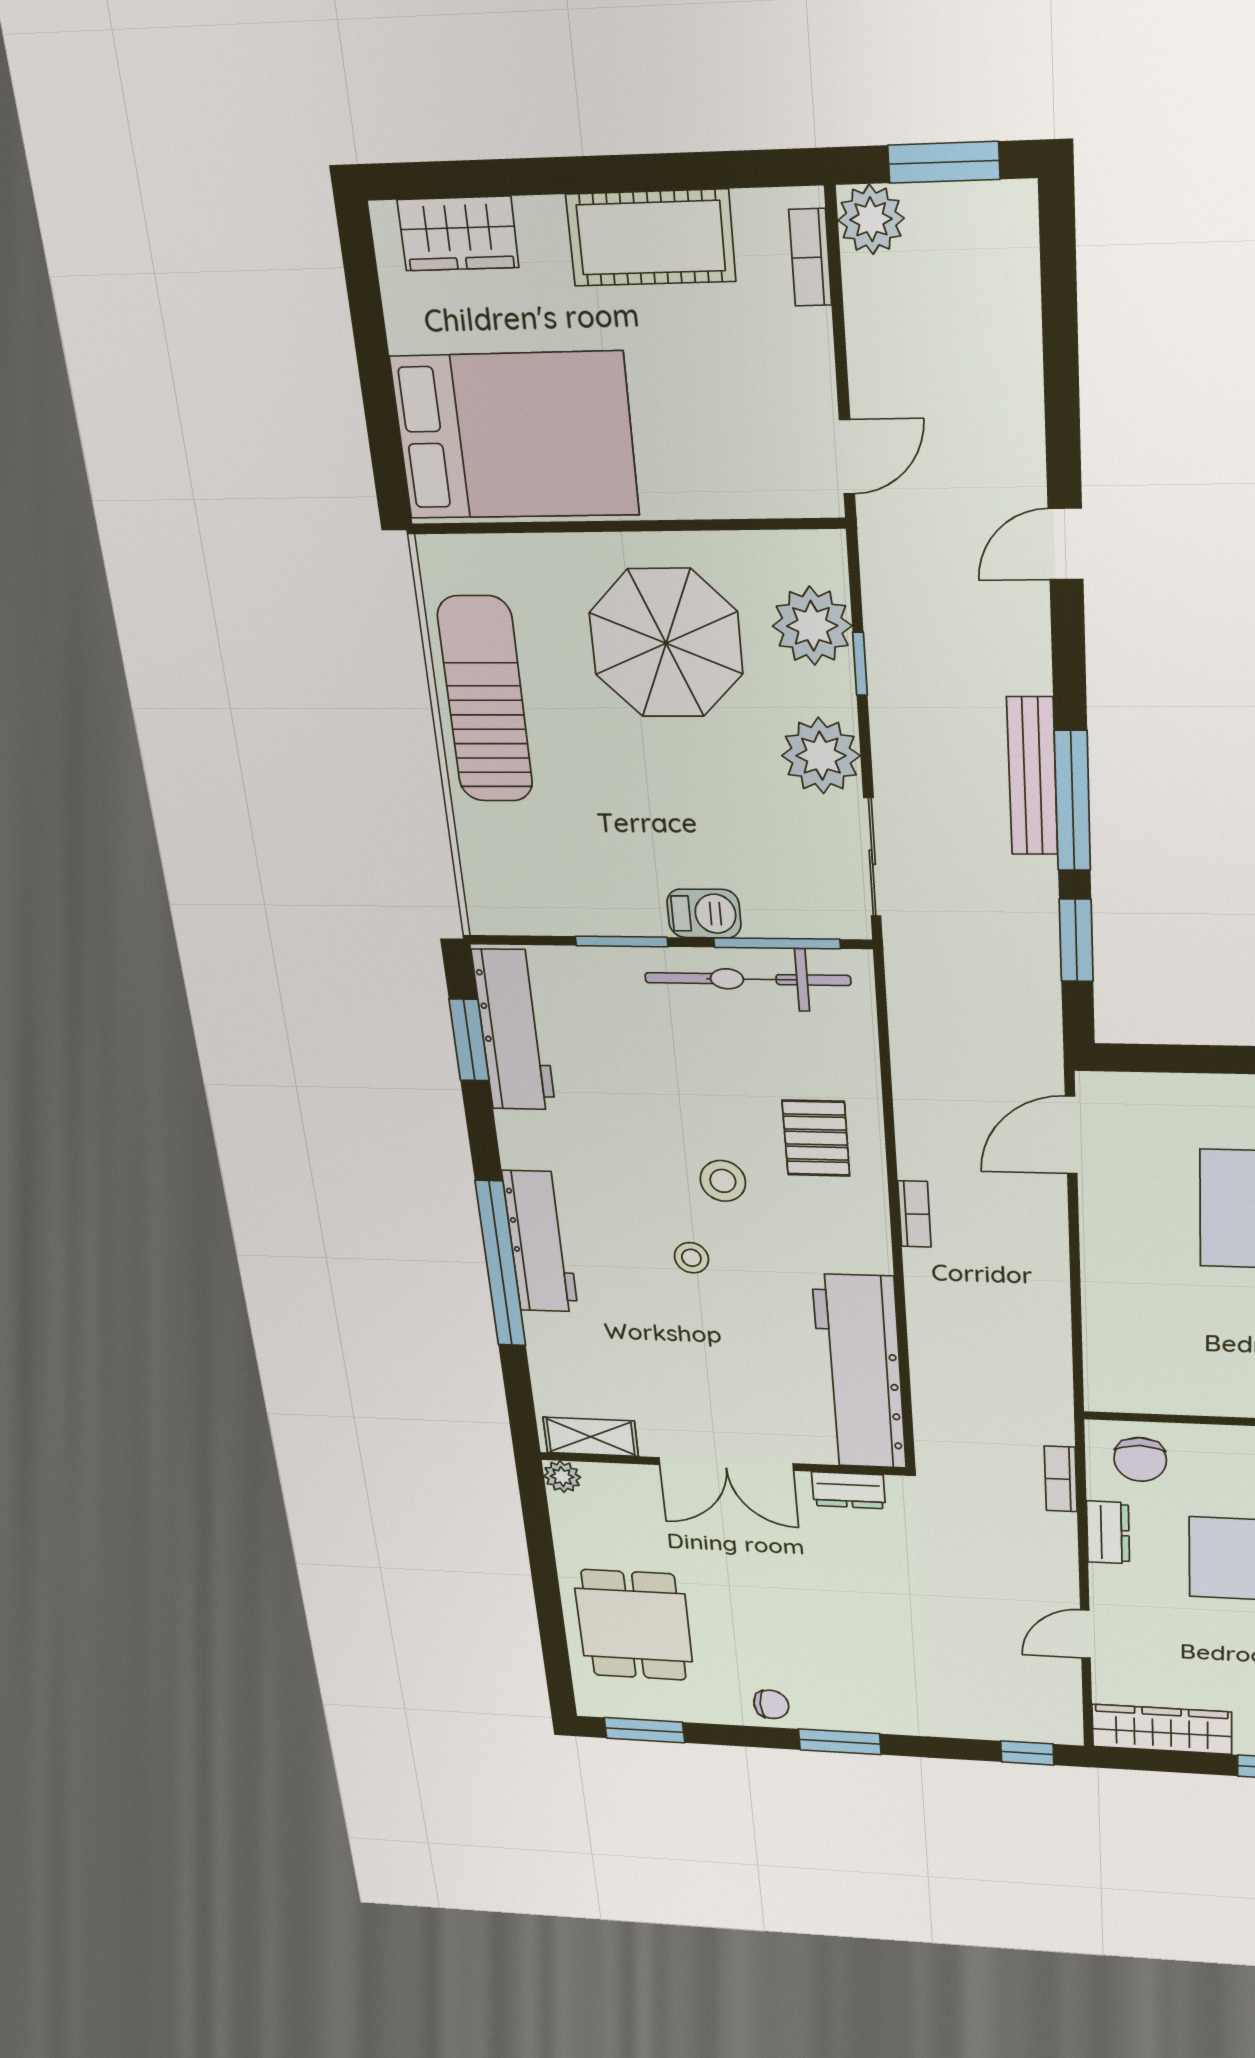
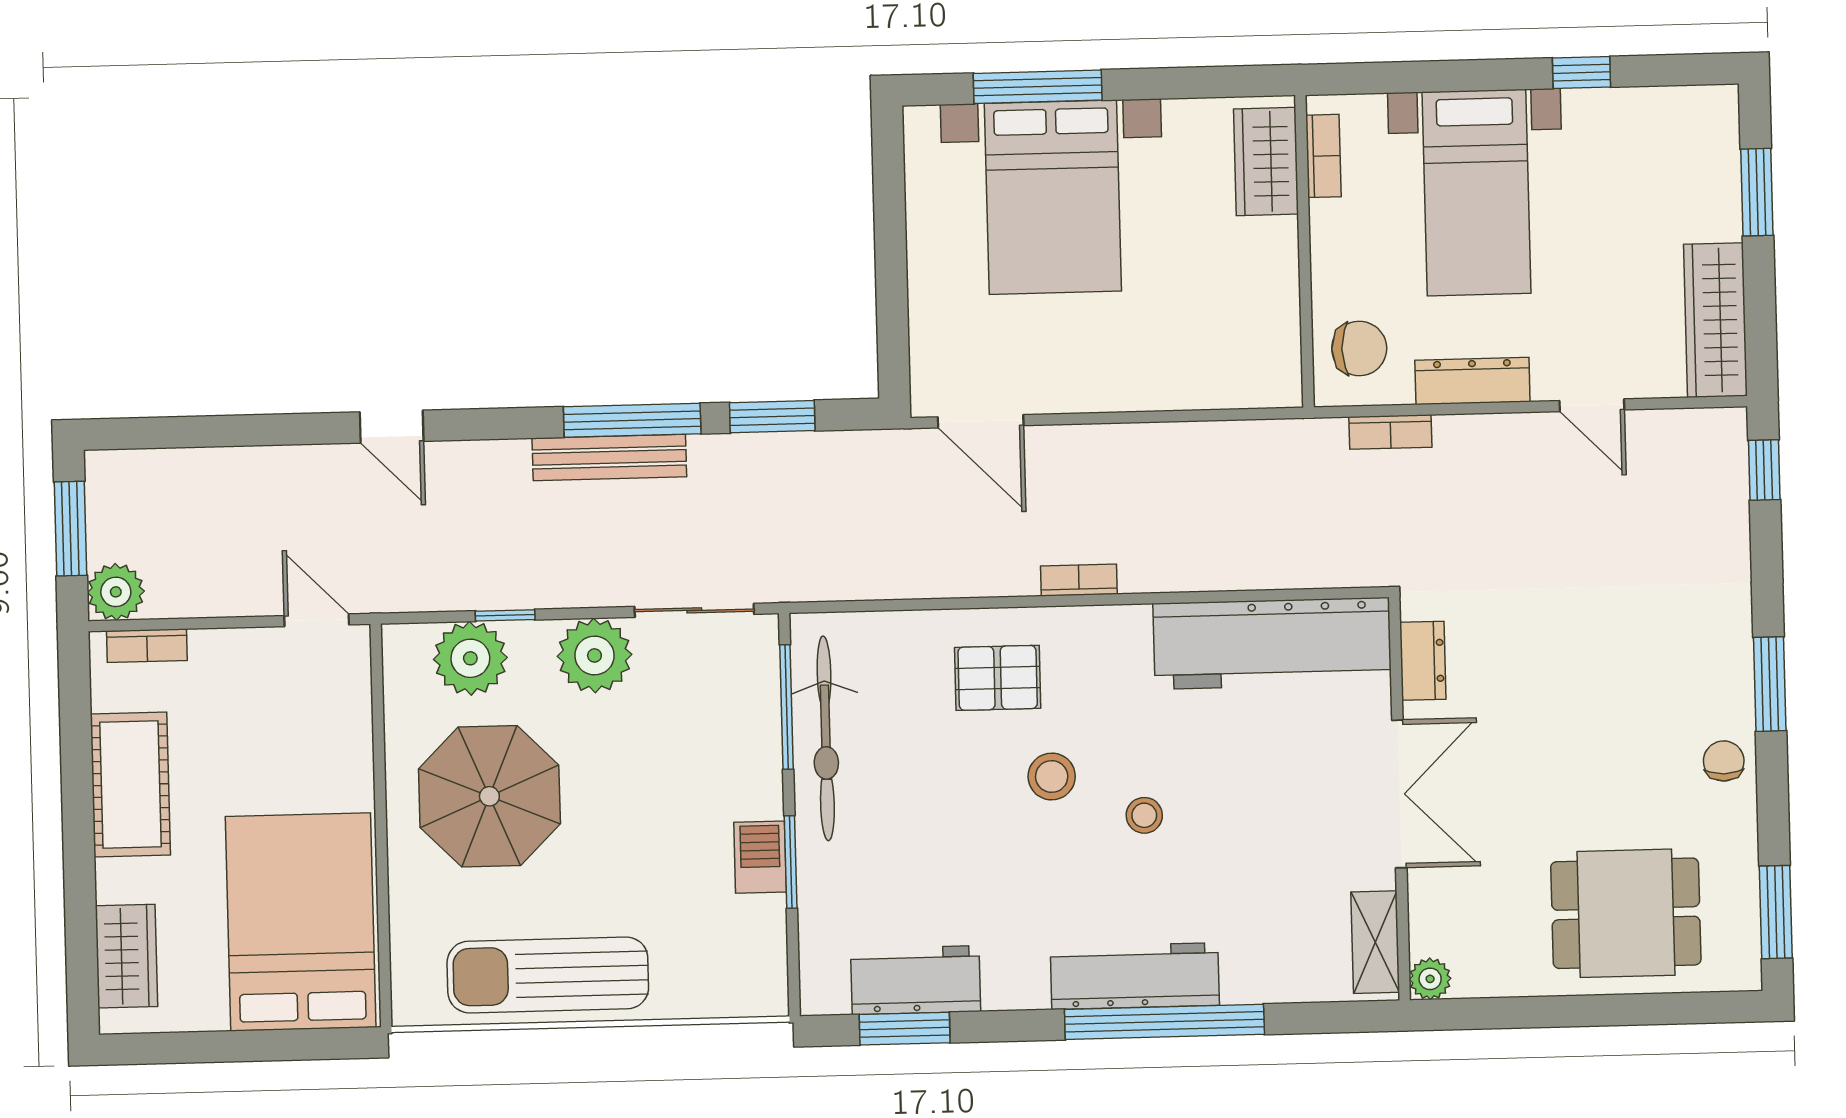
barbecue: (704, 914) -> (760, 857), moved
workbench: (514, 1030) -> (916, 980), width x0.73
dresser: (1108, 1532) -> (1472, 381), width x1.44

